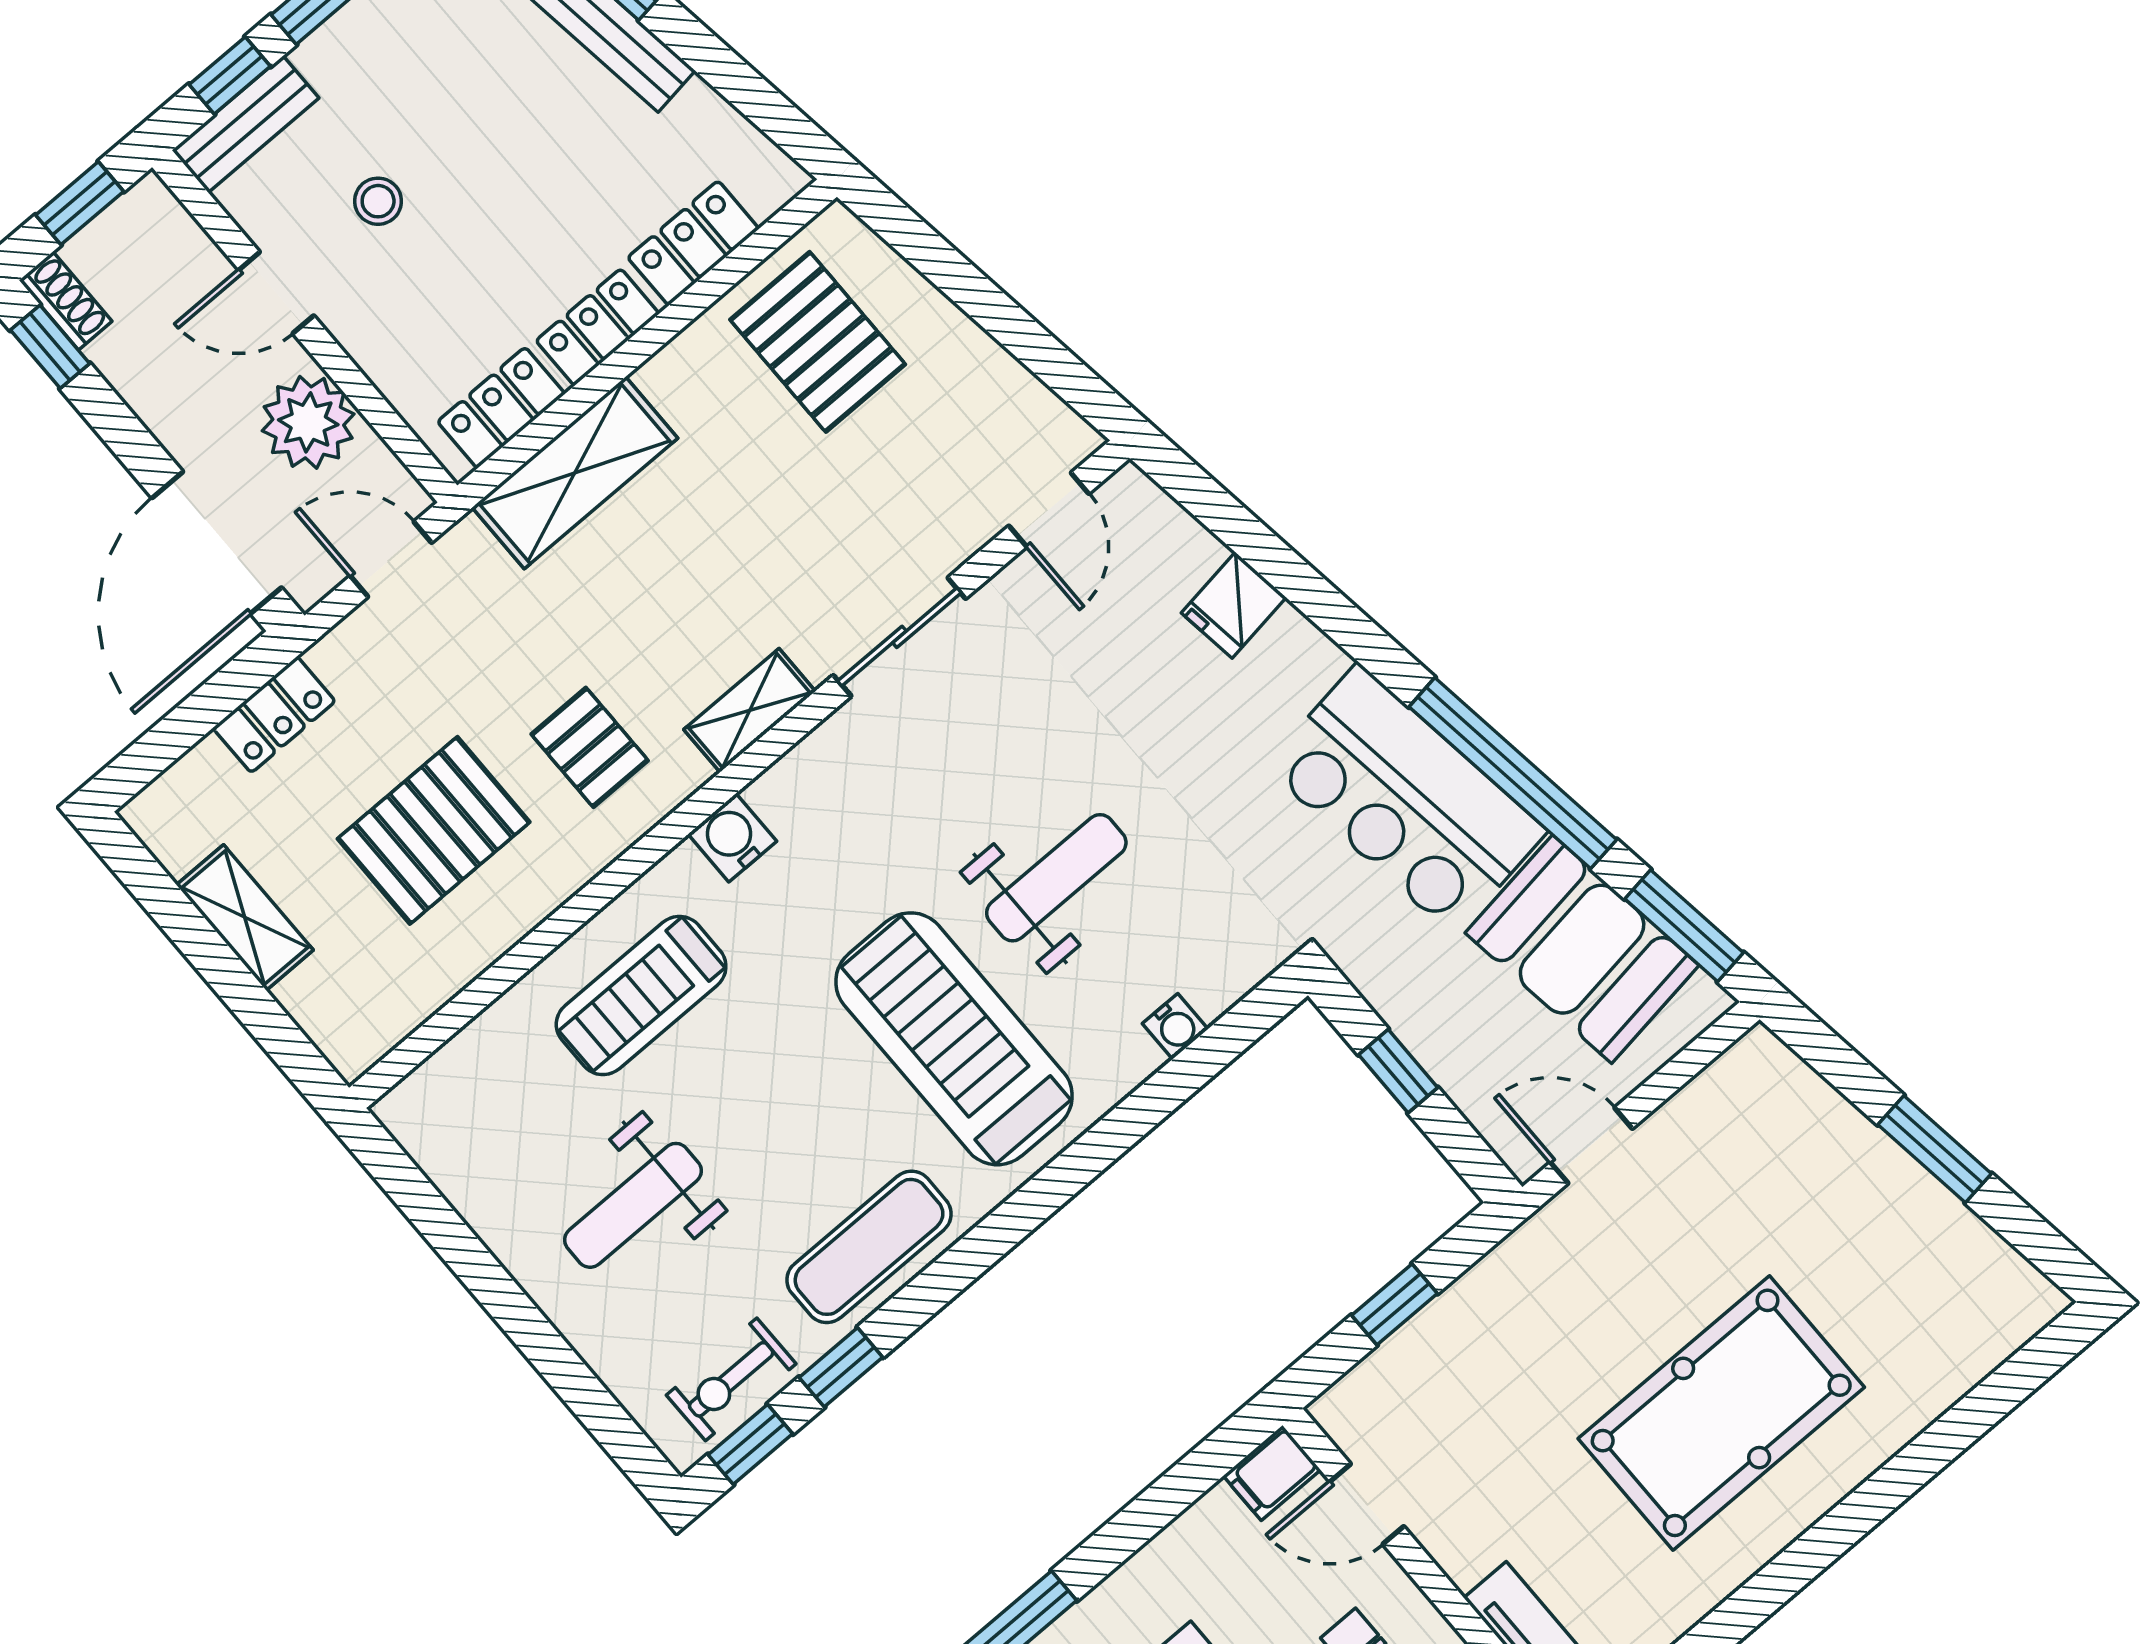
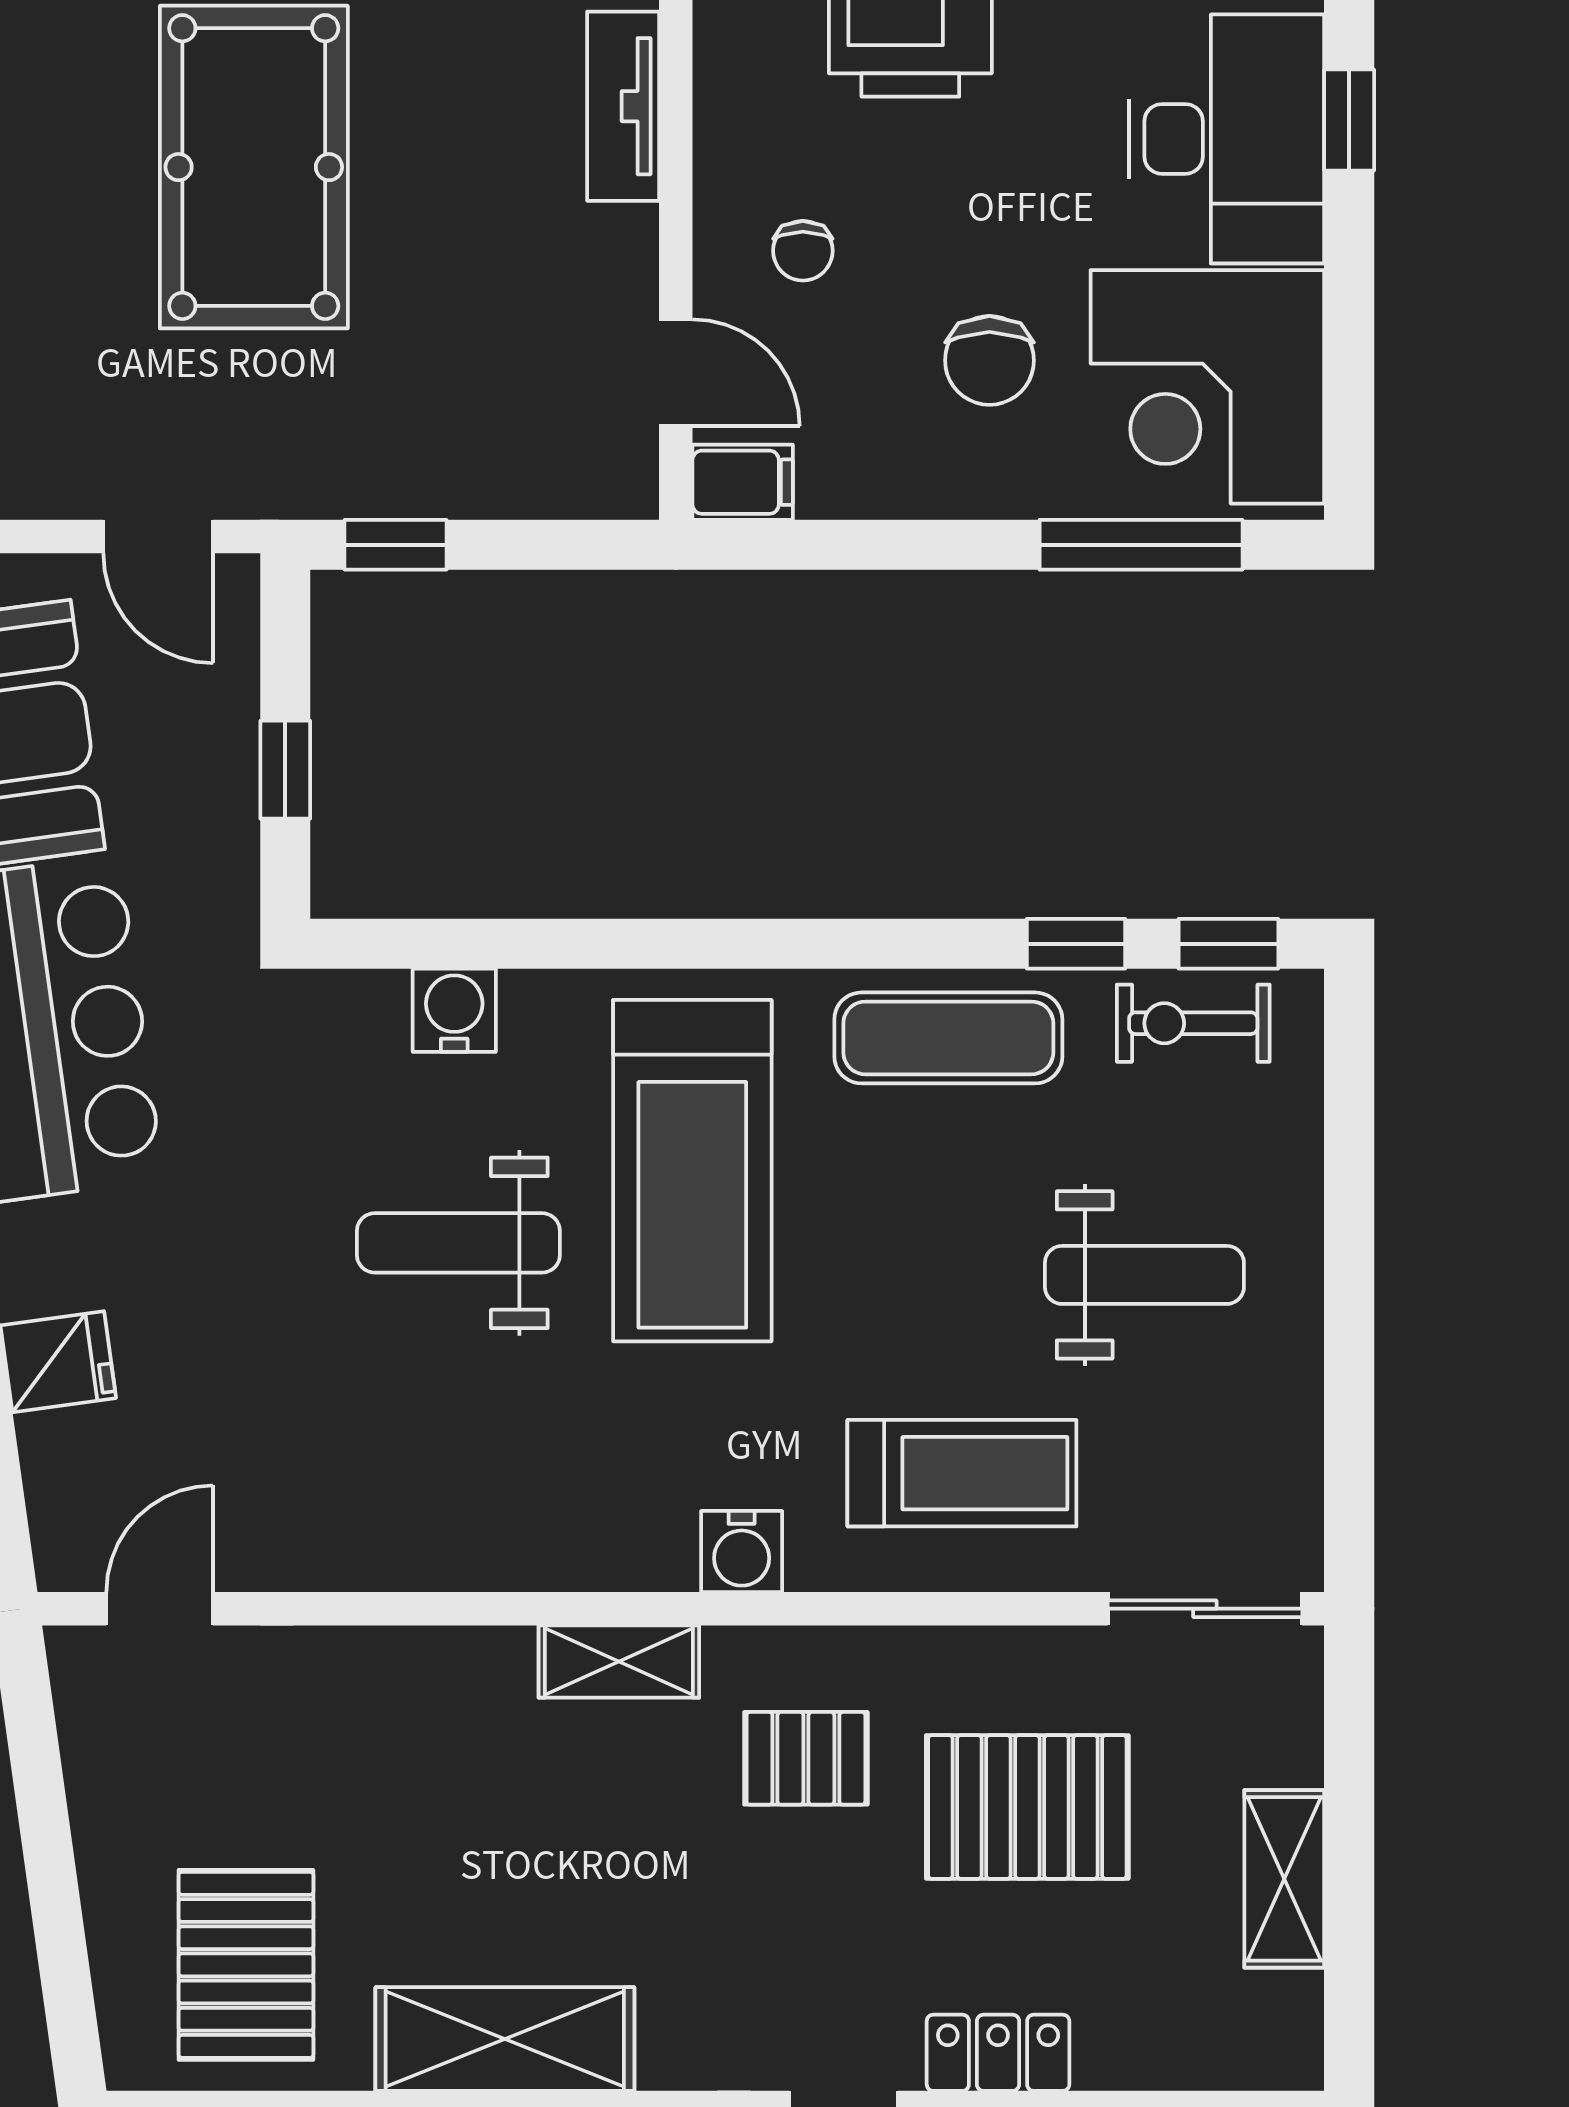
shelving: (575, 473) -> (505, 2039), moved
sliding door: (899, 637) -> (1205, 1609), moved
locker: (274, 715) -> (998, 2053), moved
pallet: (590, 747) -> (806, 1758), turned 90
water cooler: (1175, 1026) -> (454, 1010), width x1.38, depth x1.38
window: (1395, 1304) -> (395, 545), moved
exercise bike: (731, 1379) -> (1193, 1023), turned 180
pool table: (1721, 1413) -> (254, 167), turned 90

